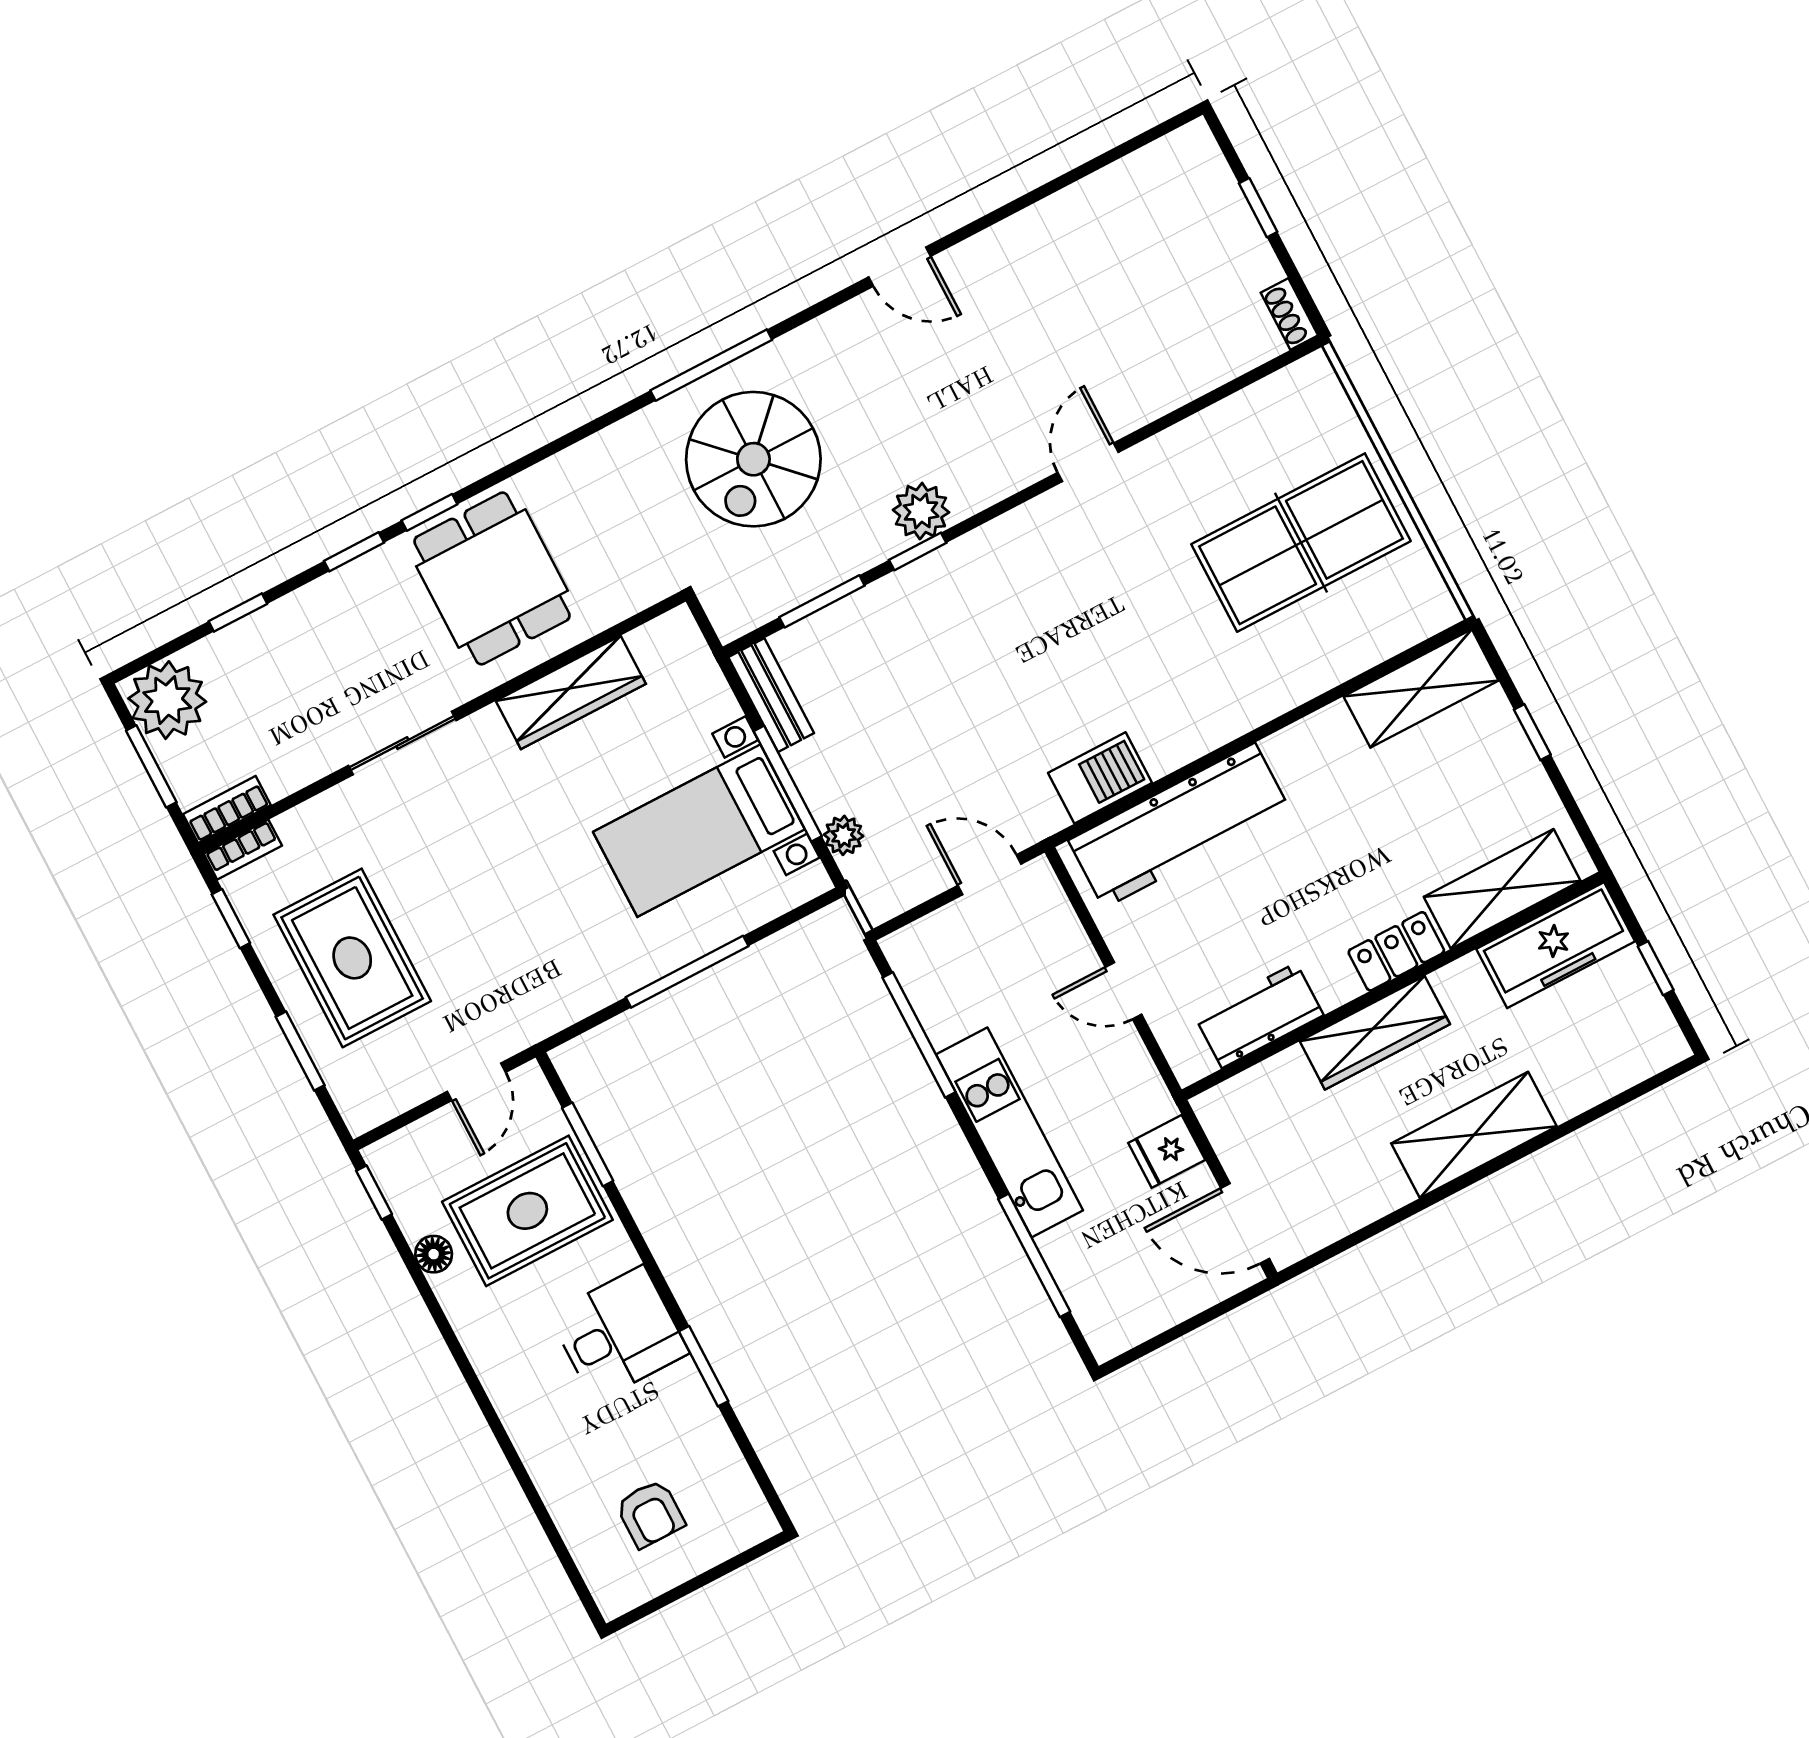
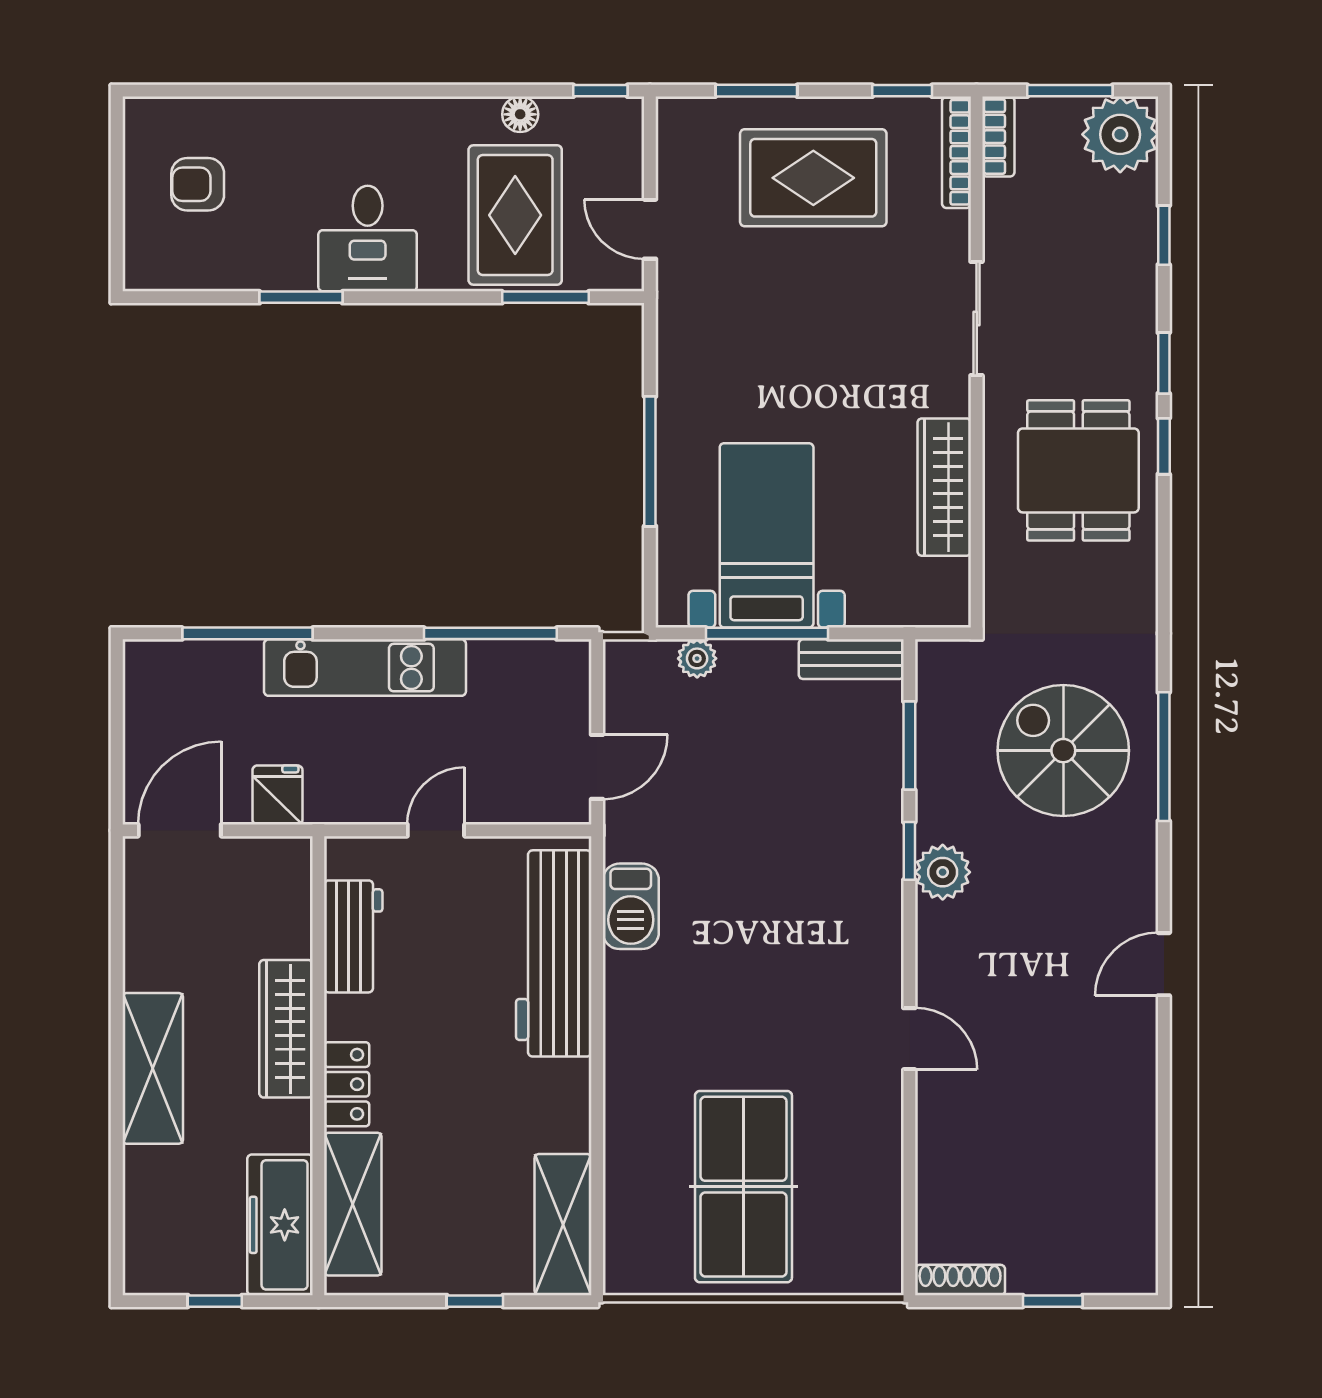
shoe rack: (1289, 314) -> (960, 1280), width x1.43
dining table: (492, 578) -> (1078, 470), turned 90
bookcase: (243, 850) -> (956, 152), width x1.56

